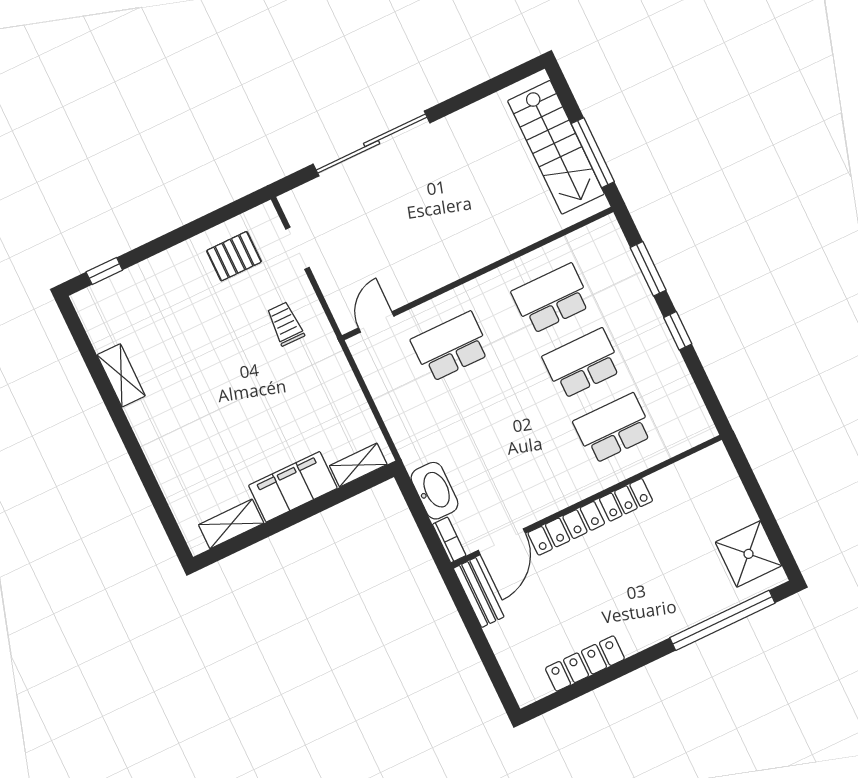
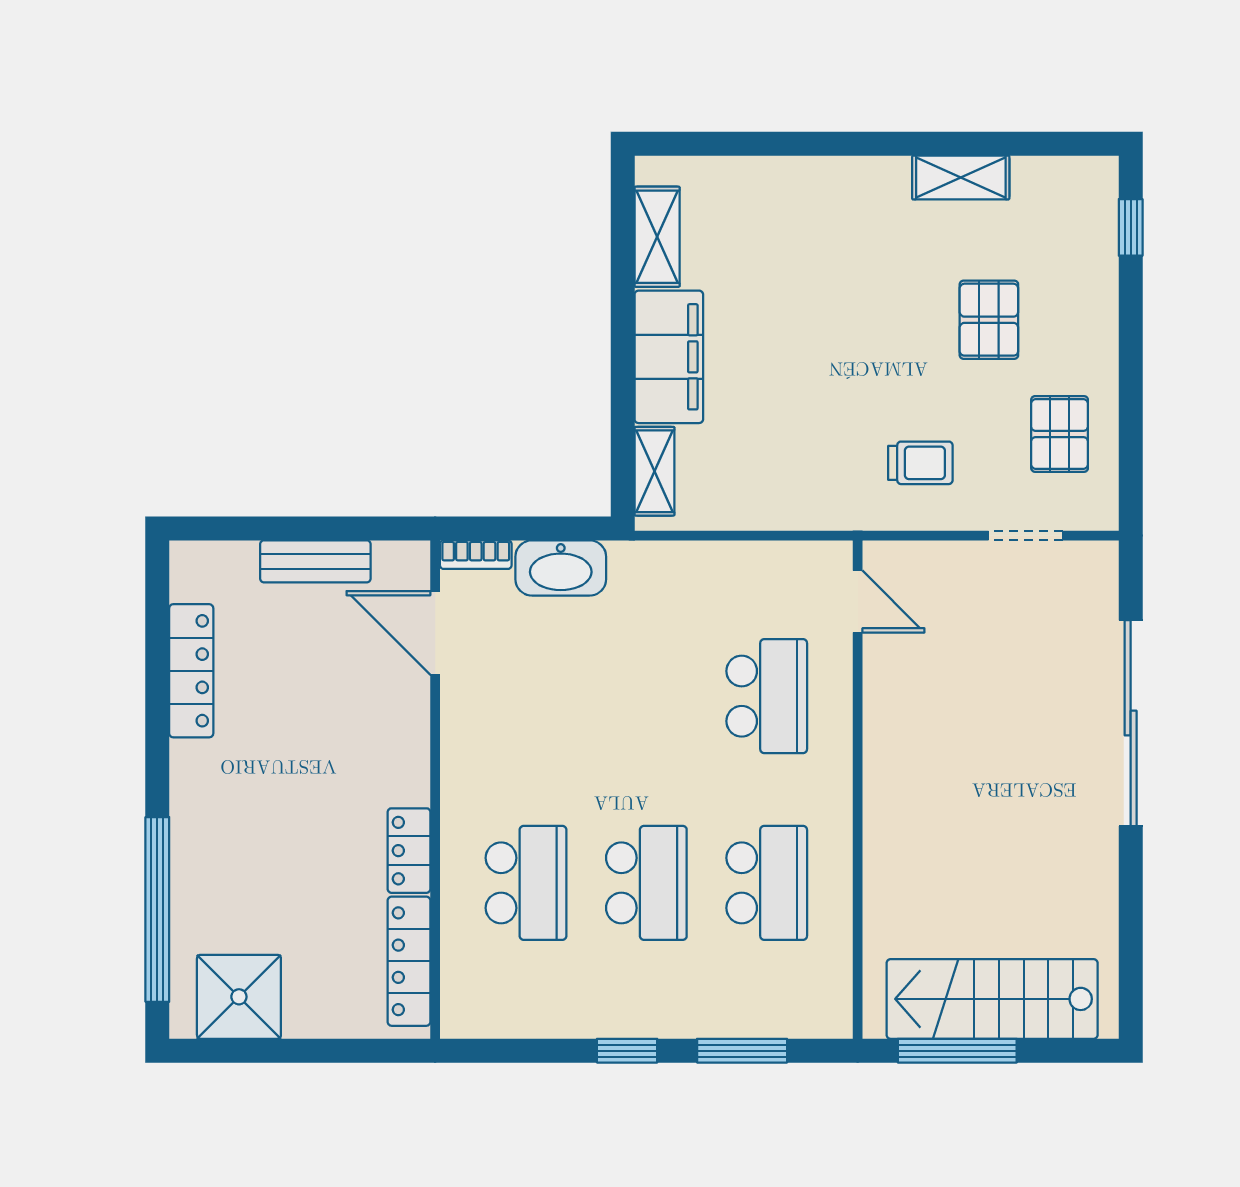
pallet: (191, 324) -> (989, 320), added
locker: (566, 528) -> (409, 961), moved
bench: (479, 592) -> (315, 561), moved

